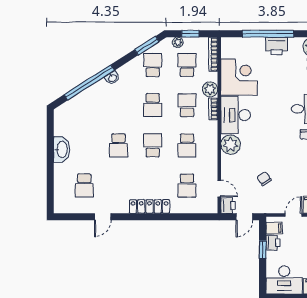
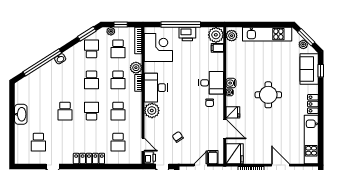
school desk: (187, 65) -> (118, 49), turned 180
corner desk: (239, 77) -> (158, 48), moved
school desk: (187, 105) -> (118, 80), turned 180

